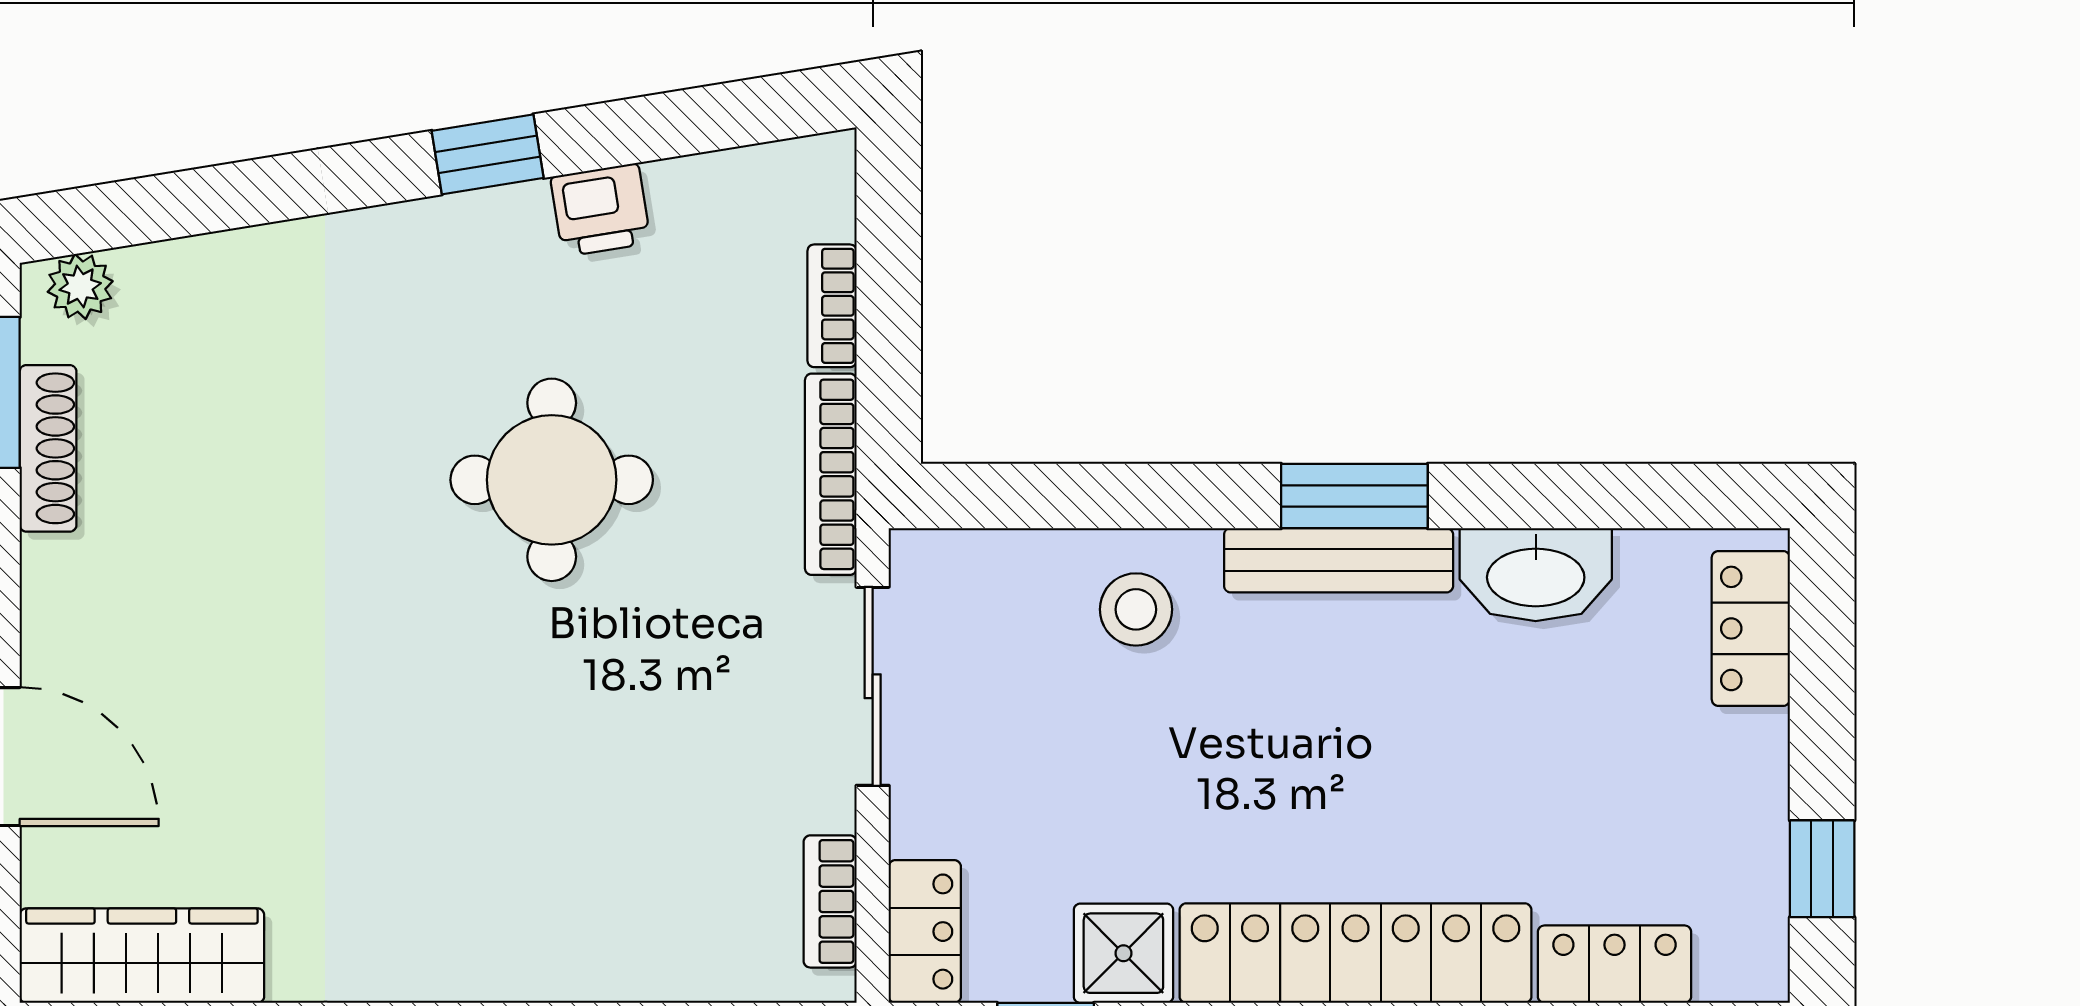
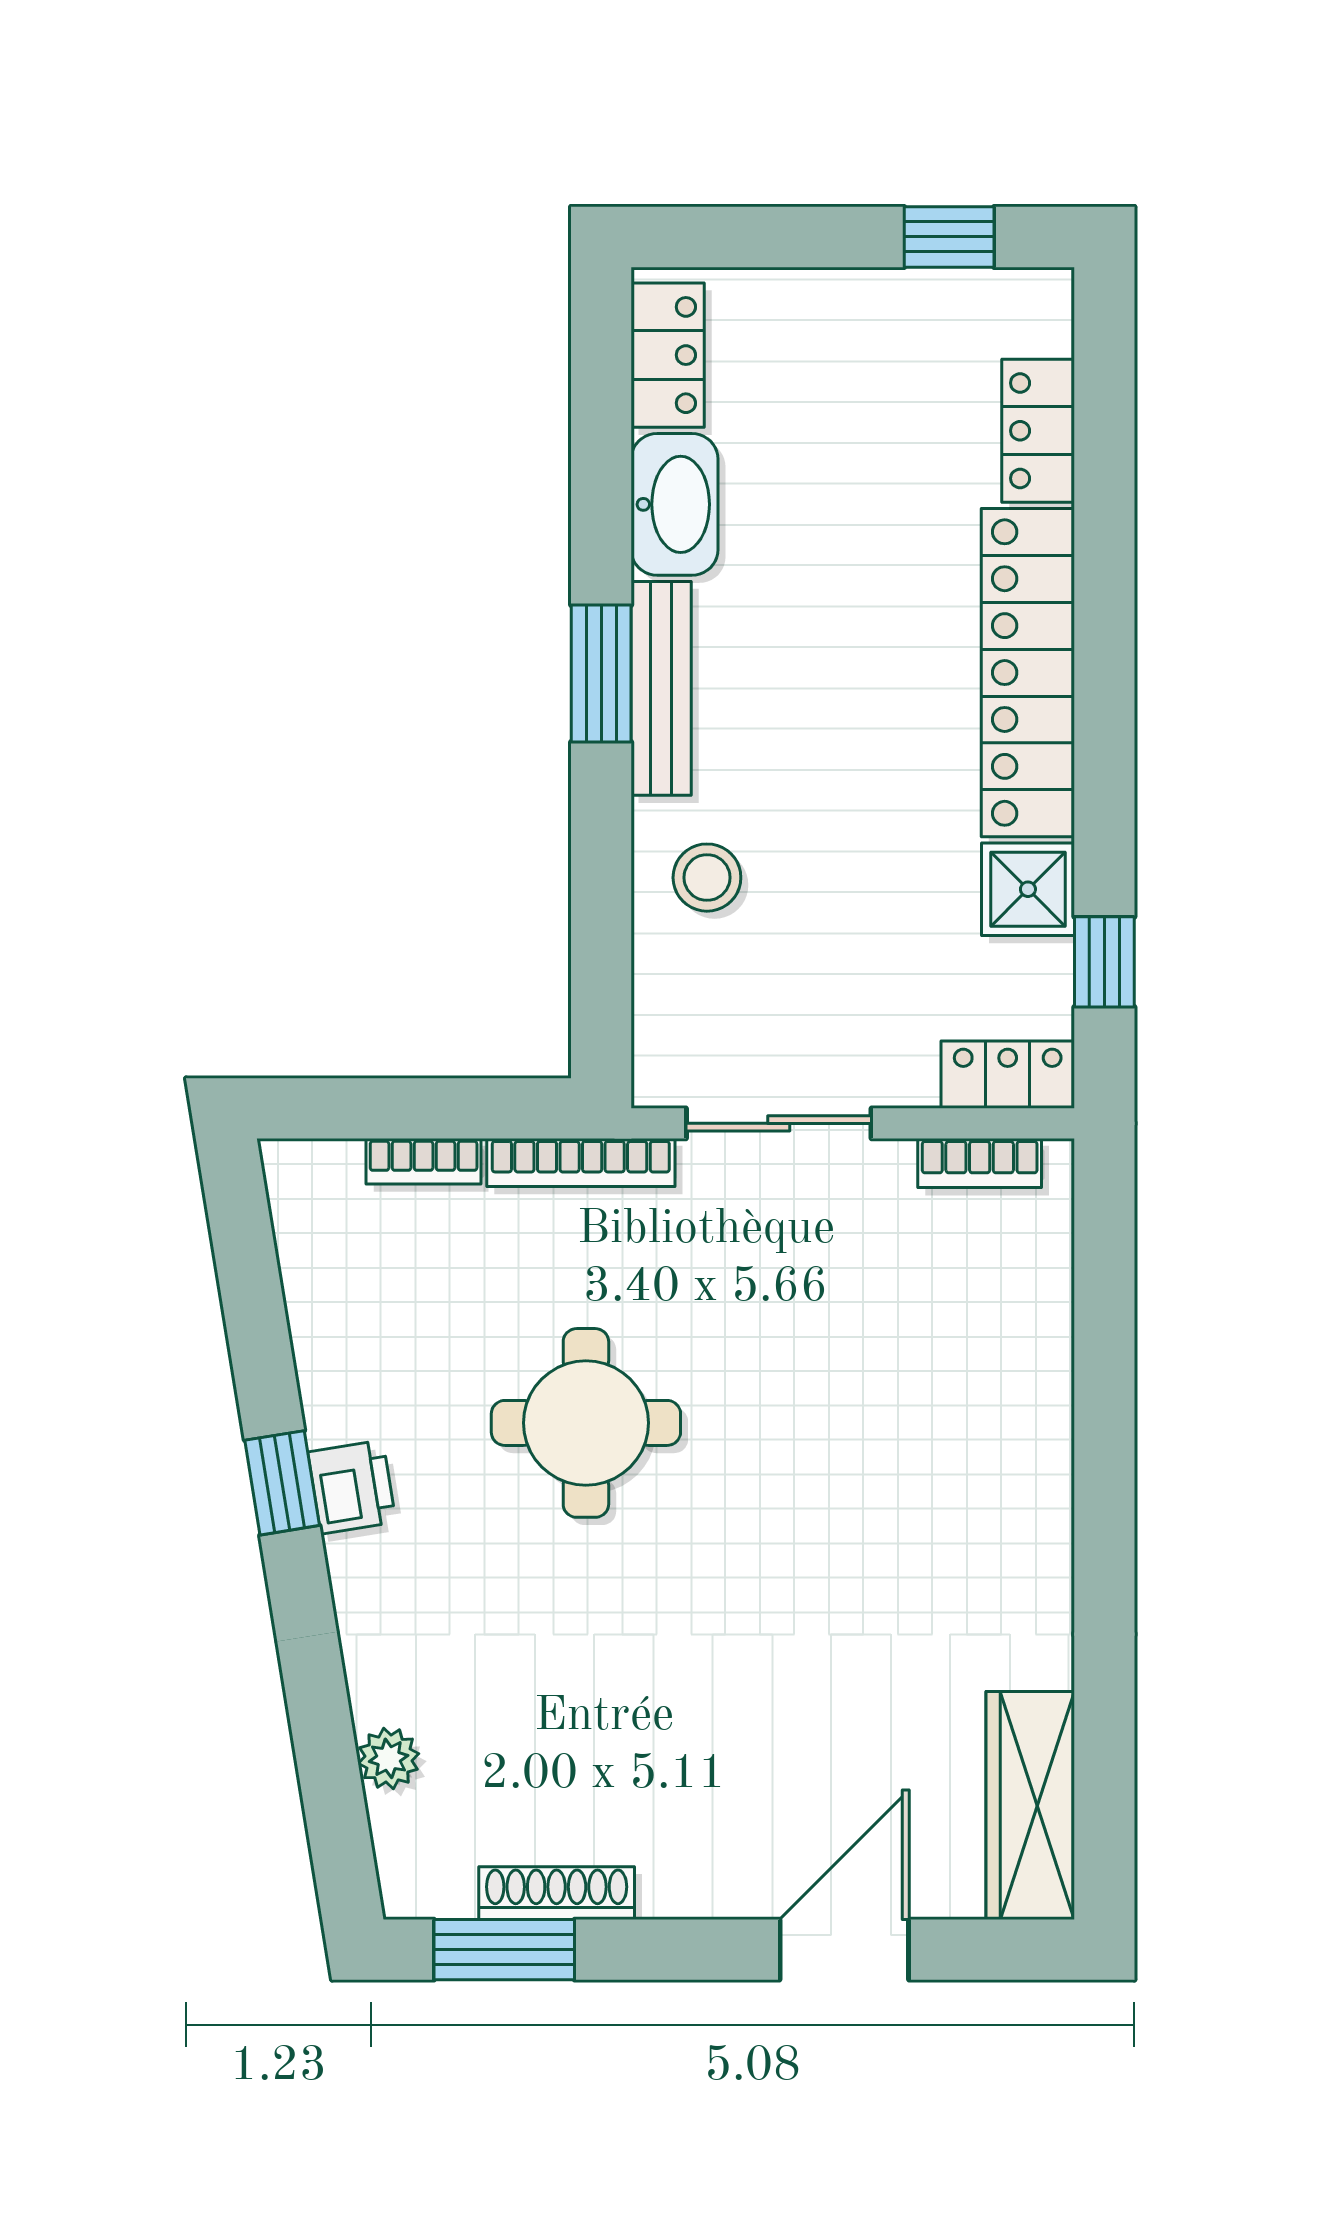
printer: (601, 210) -> (352, 1487), moved
plant: (80, 287) -> (389, 1758), moved
locker: (1751, 628) -> (668, 355), moved, turned -90

